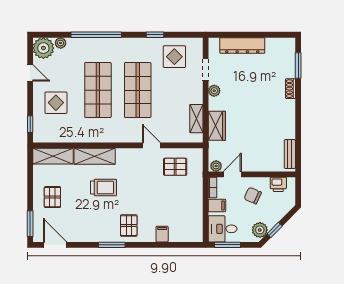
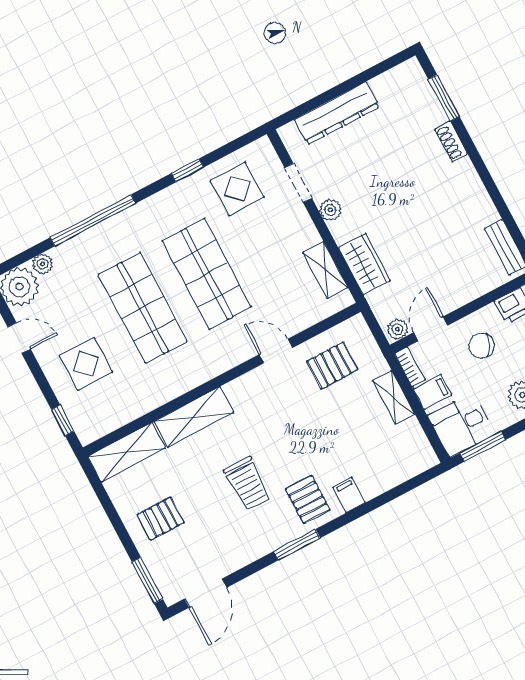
trolley: (104, 188) -> (247, 484), moved, turned 90
pallet: (52, 197) -> (161, 519), turned 90
shelving: (197, 198) -> (394, 397), added
filing cabinet: (162, 234) -> (349, 495), moved
door: (55, 245) -> (206, 593), swing flipped

